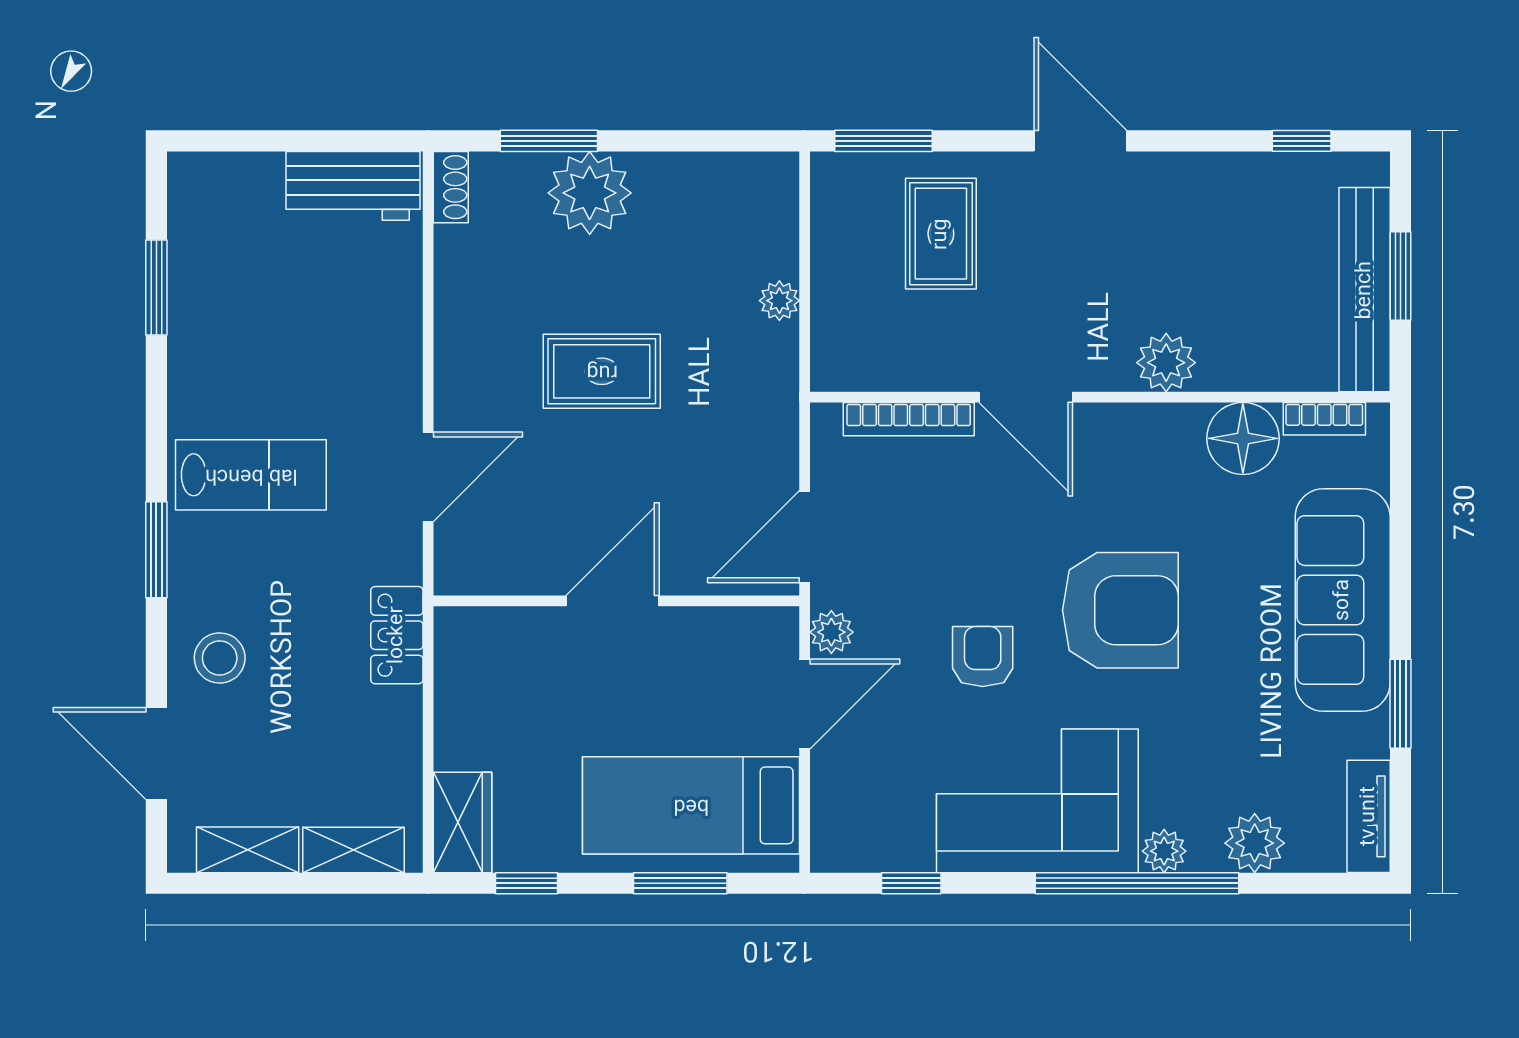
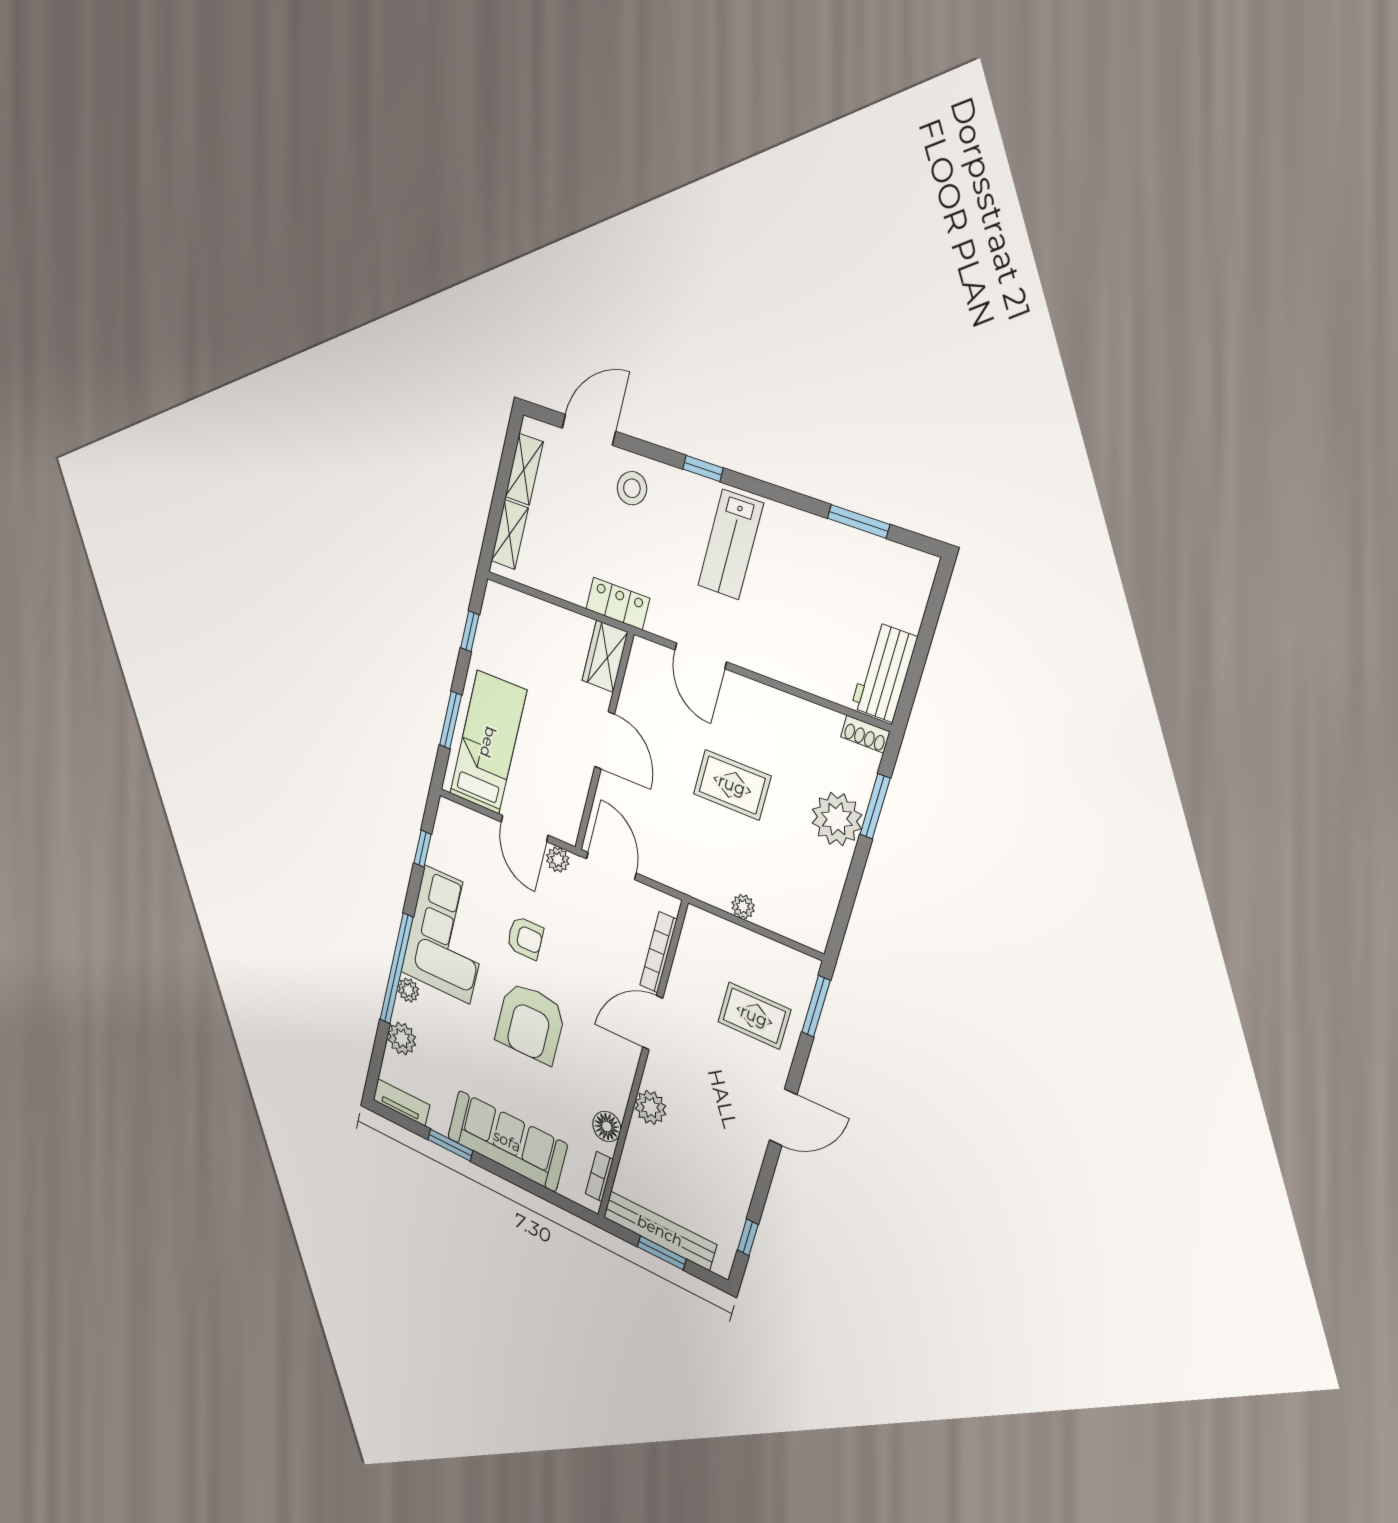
rug: (602, 371) -> (732, 785), turned 90
floor lamp: (1243, 438) -> (607, 1126), width x0.73, depth x0.73
window: (156, 550) -> (703, 469), width x0.67
wardrobe: (463, 822) -> (605, 656), moved, turned 90

